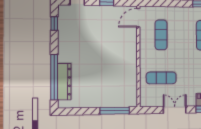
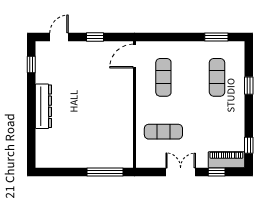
window: (54, 77) -> (31, 130), removed
dresser: (64, 82) -> (43, 106), moved

